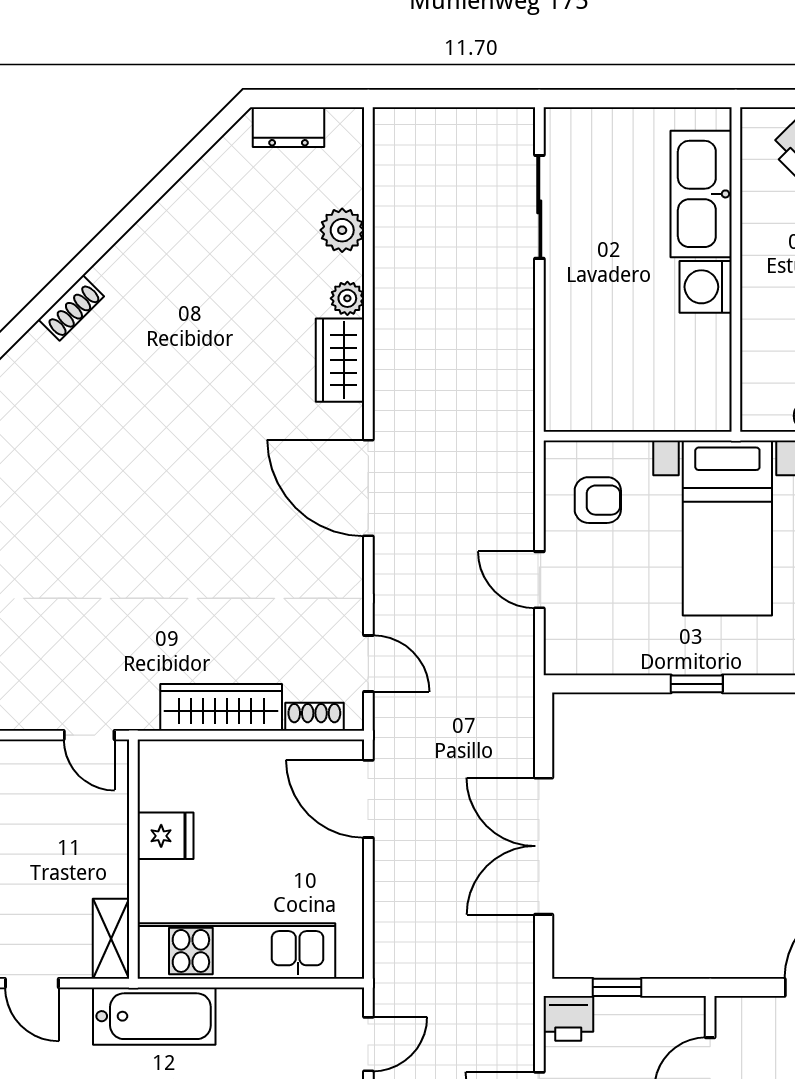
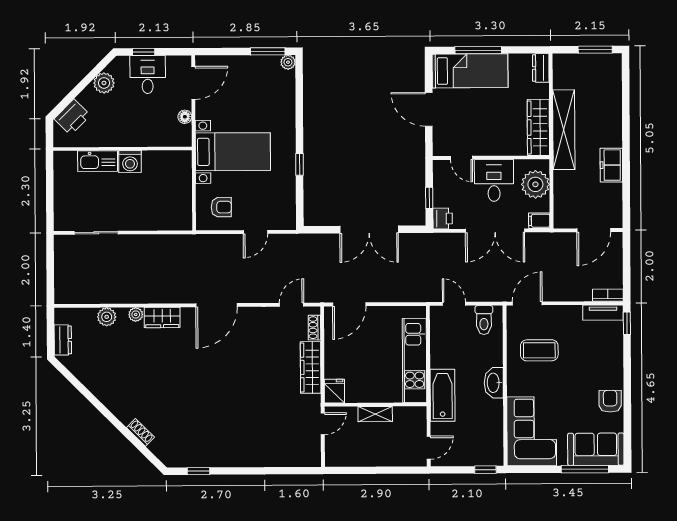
kitchen sink: (701, 194) -> (98, 161), width x0.73, depth x0.81
armchair: (598, 500) -> (221, 207), turned 90
fridge: (165, 836) -> (334, 391), moved
shelving: (111, 939) -> (375, 414), moved

